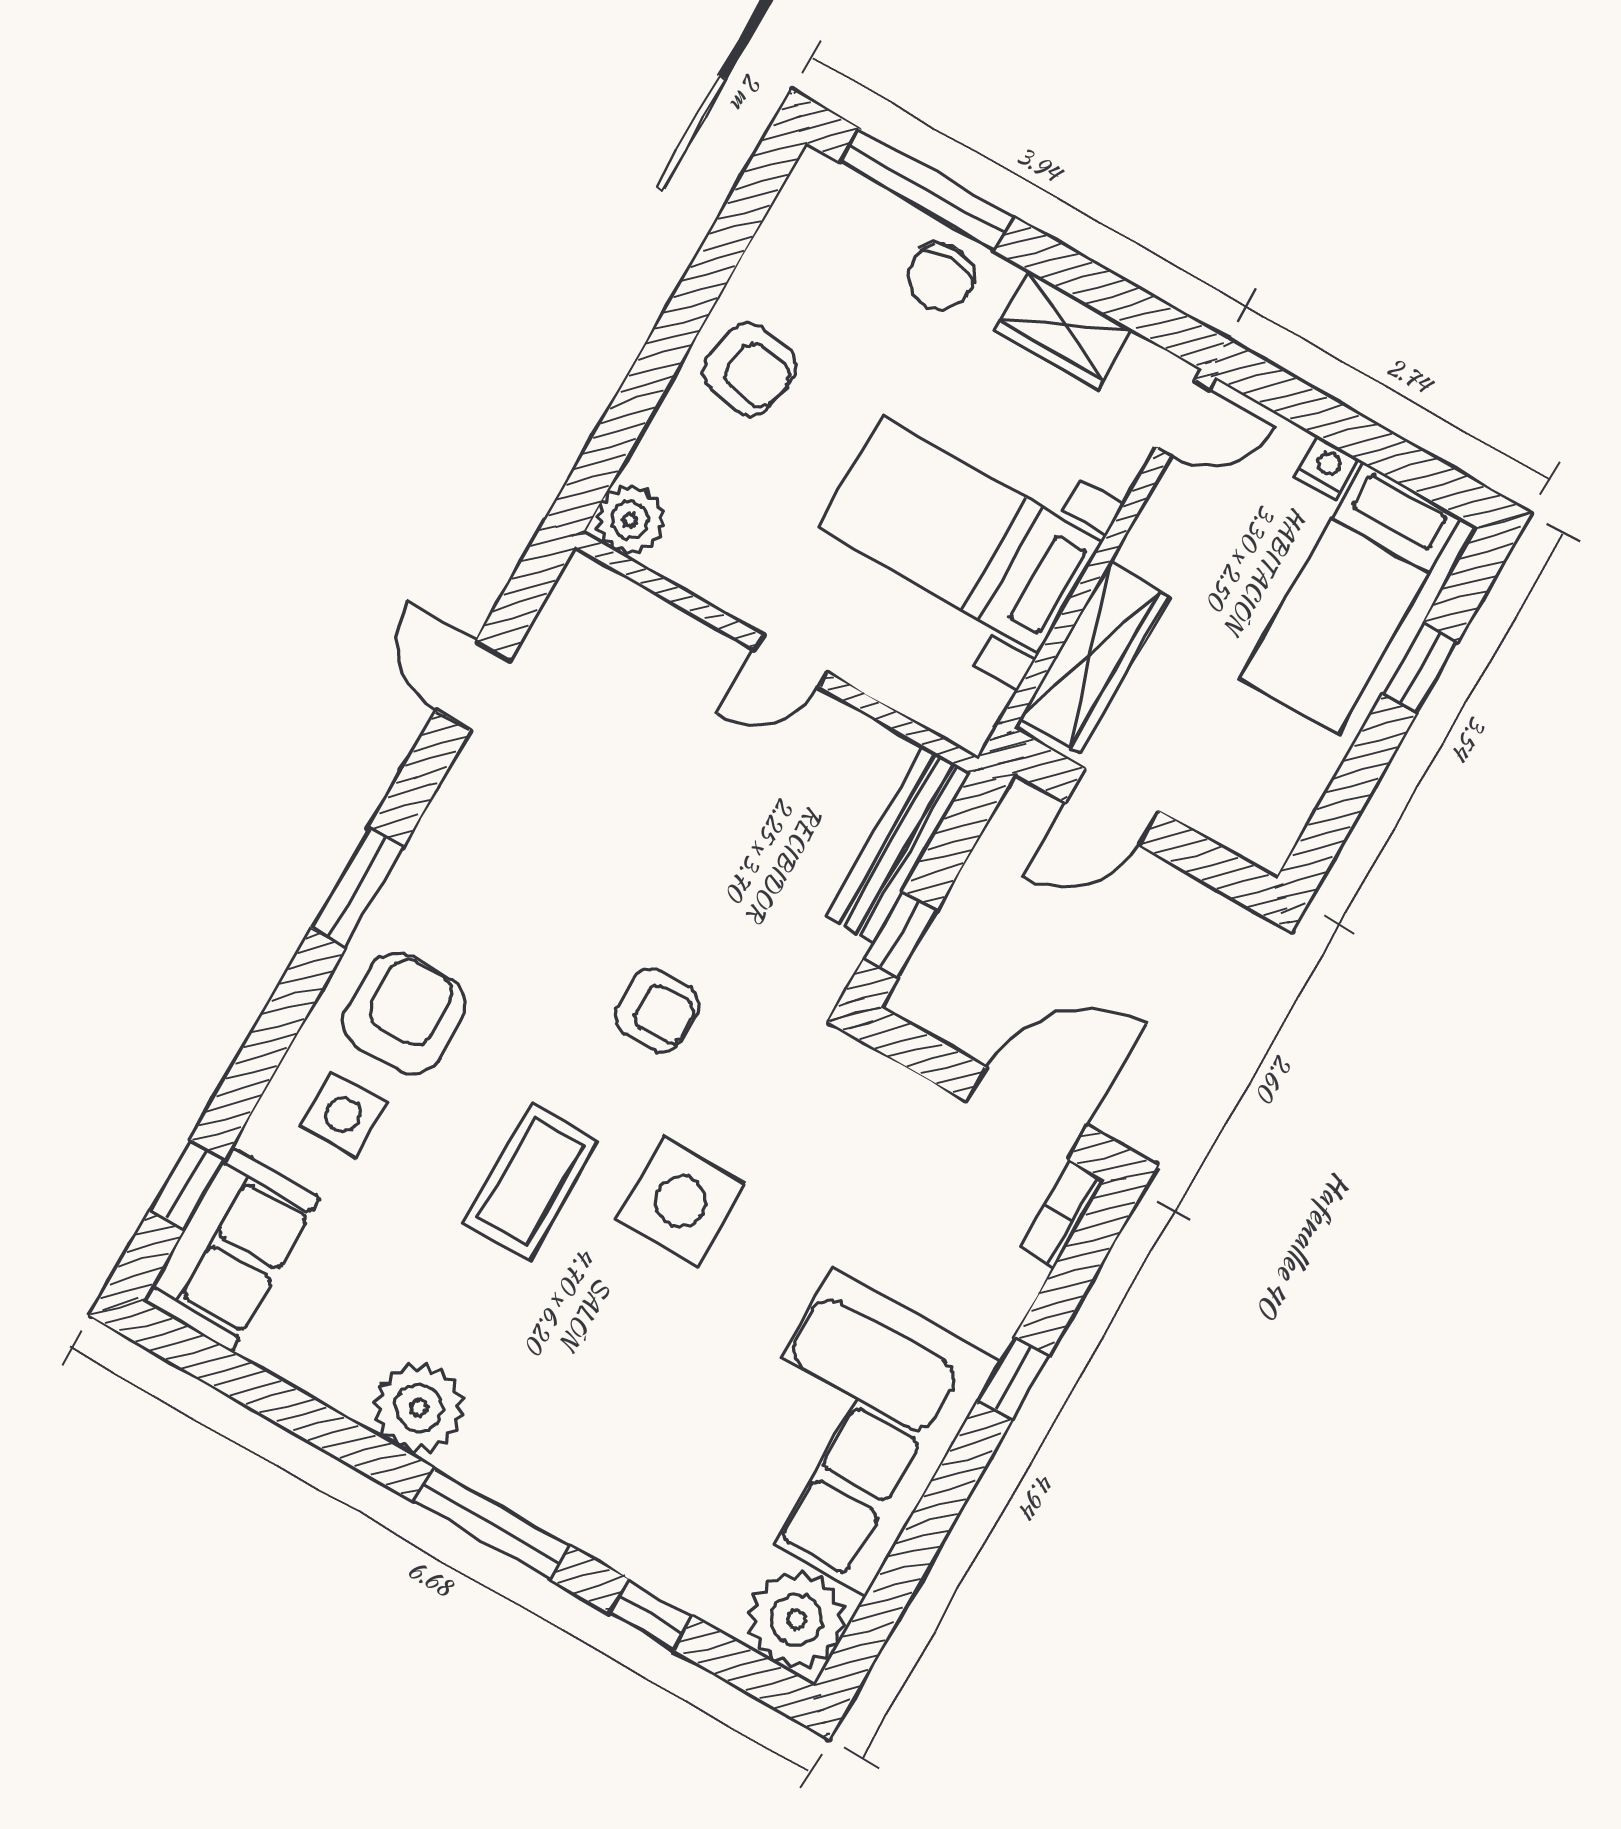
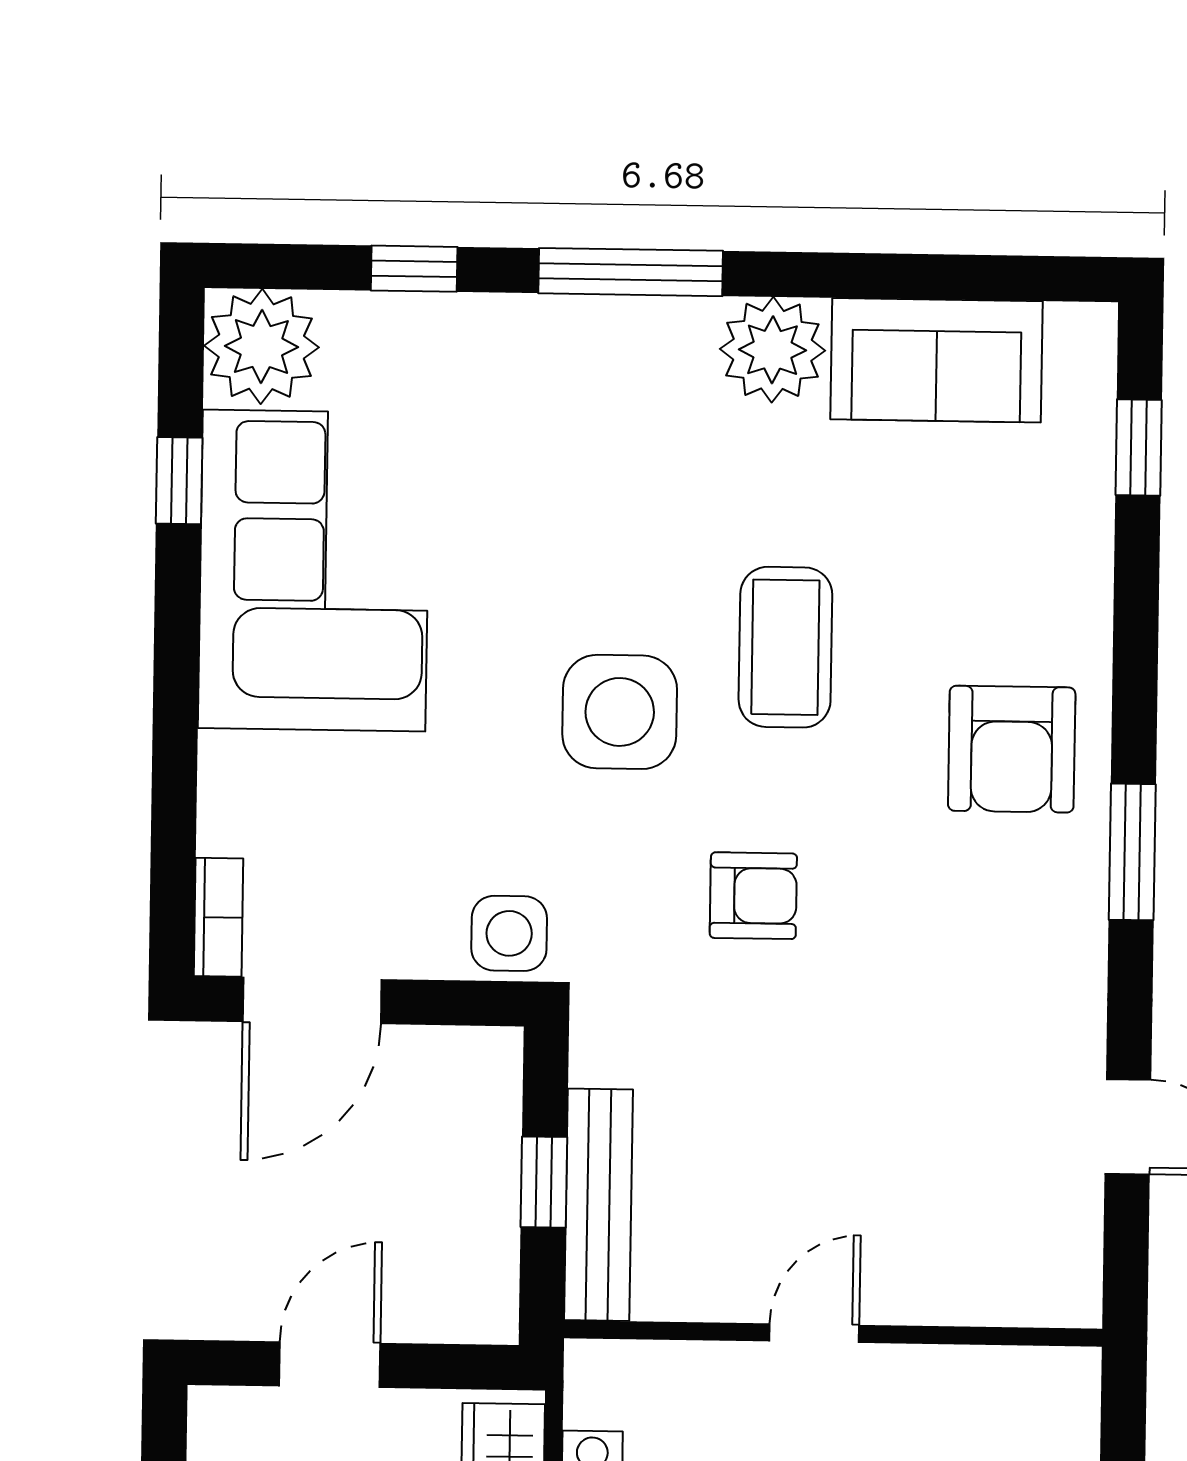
plant: (630, 520) -> (1060, 1387), removed
door: (1112, 807) -> (330, 1365), moved
window: (901, 934) -> (544, 1182), moved
armchair: (657, 1010) -> (753, 896), turned 180
side table: (344, 1115) -> (509, 933), moved
sofa: (231, 1250) -> (936, 360), moved, turned -90
window: (1013, 1378) -> (179, 481), moved

